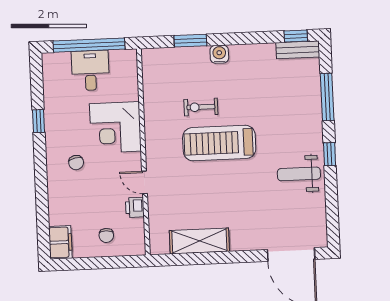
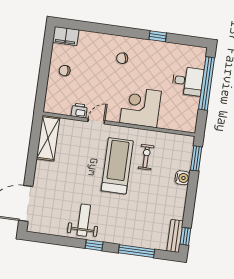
corner desk: (115, 127) -> (141, 107), moved
wall: (143, 152) -> (119, 124), moved
door: (145, 182) -> (96, 121), moved
printer: (135, 207) -> (79, 110), moved

